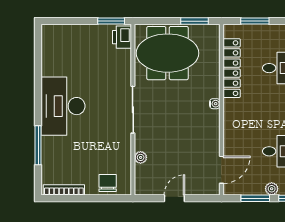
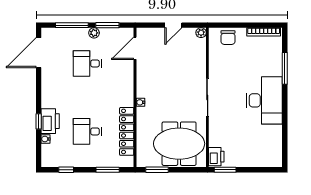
plant: (141, 157) -> (201, 33), moved

